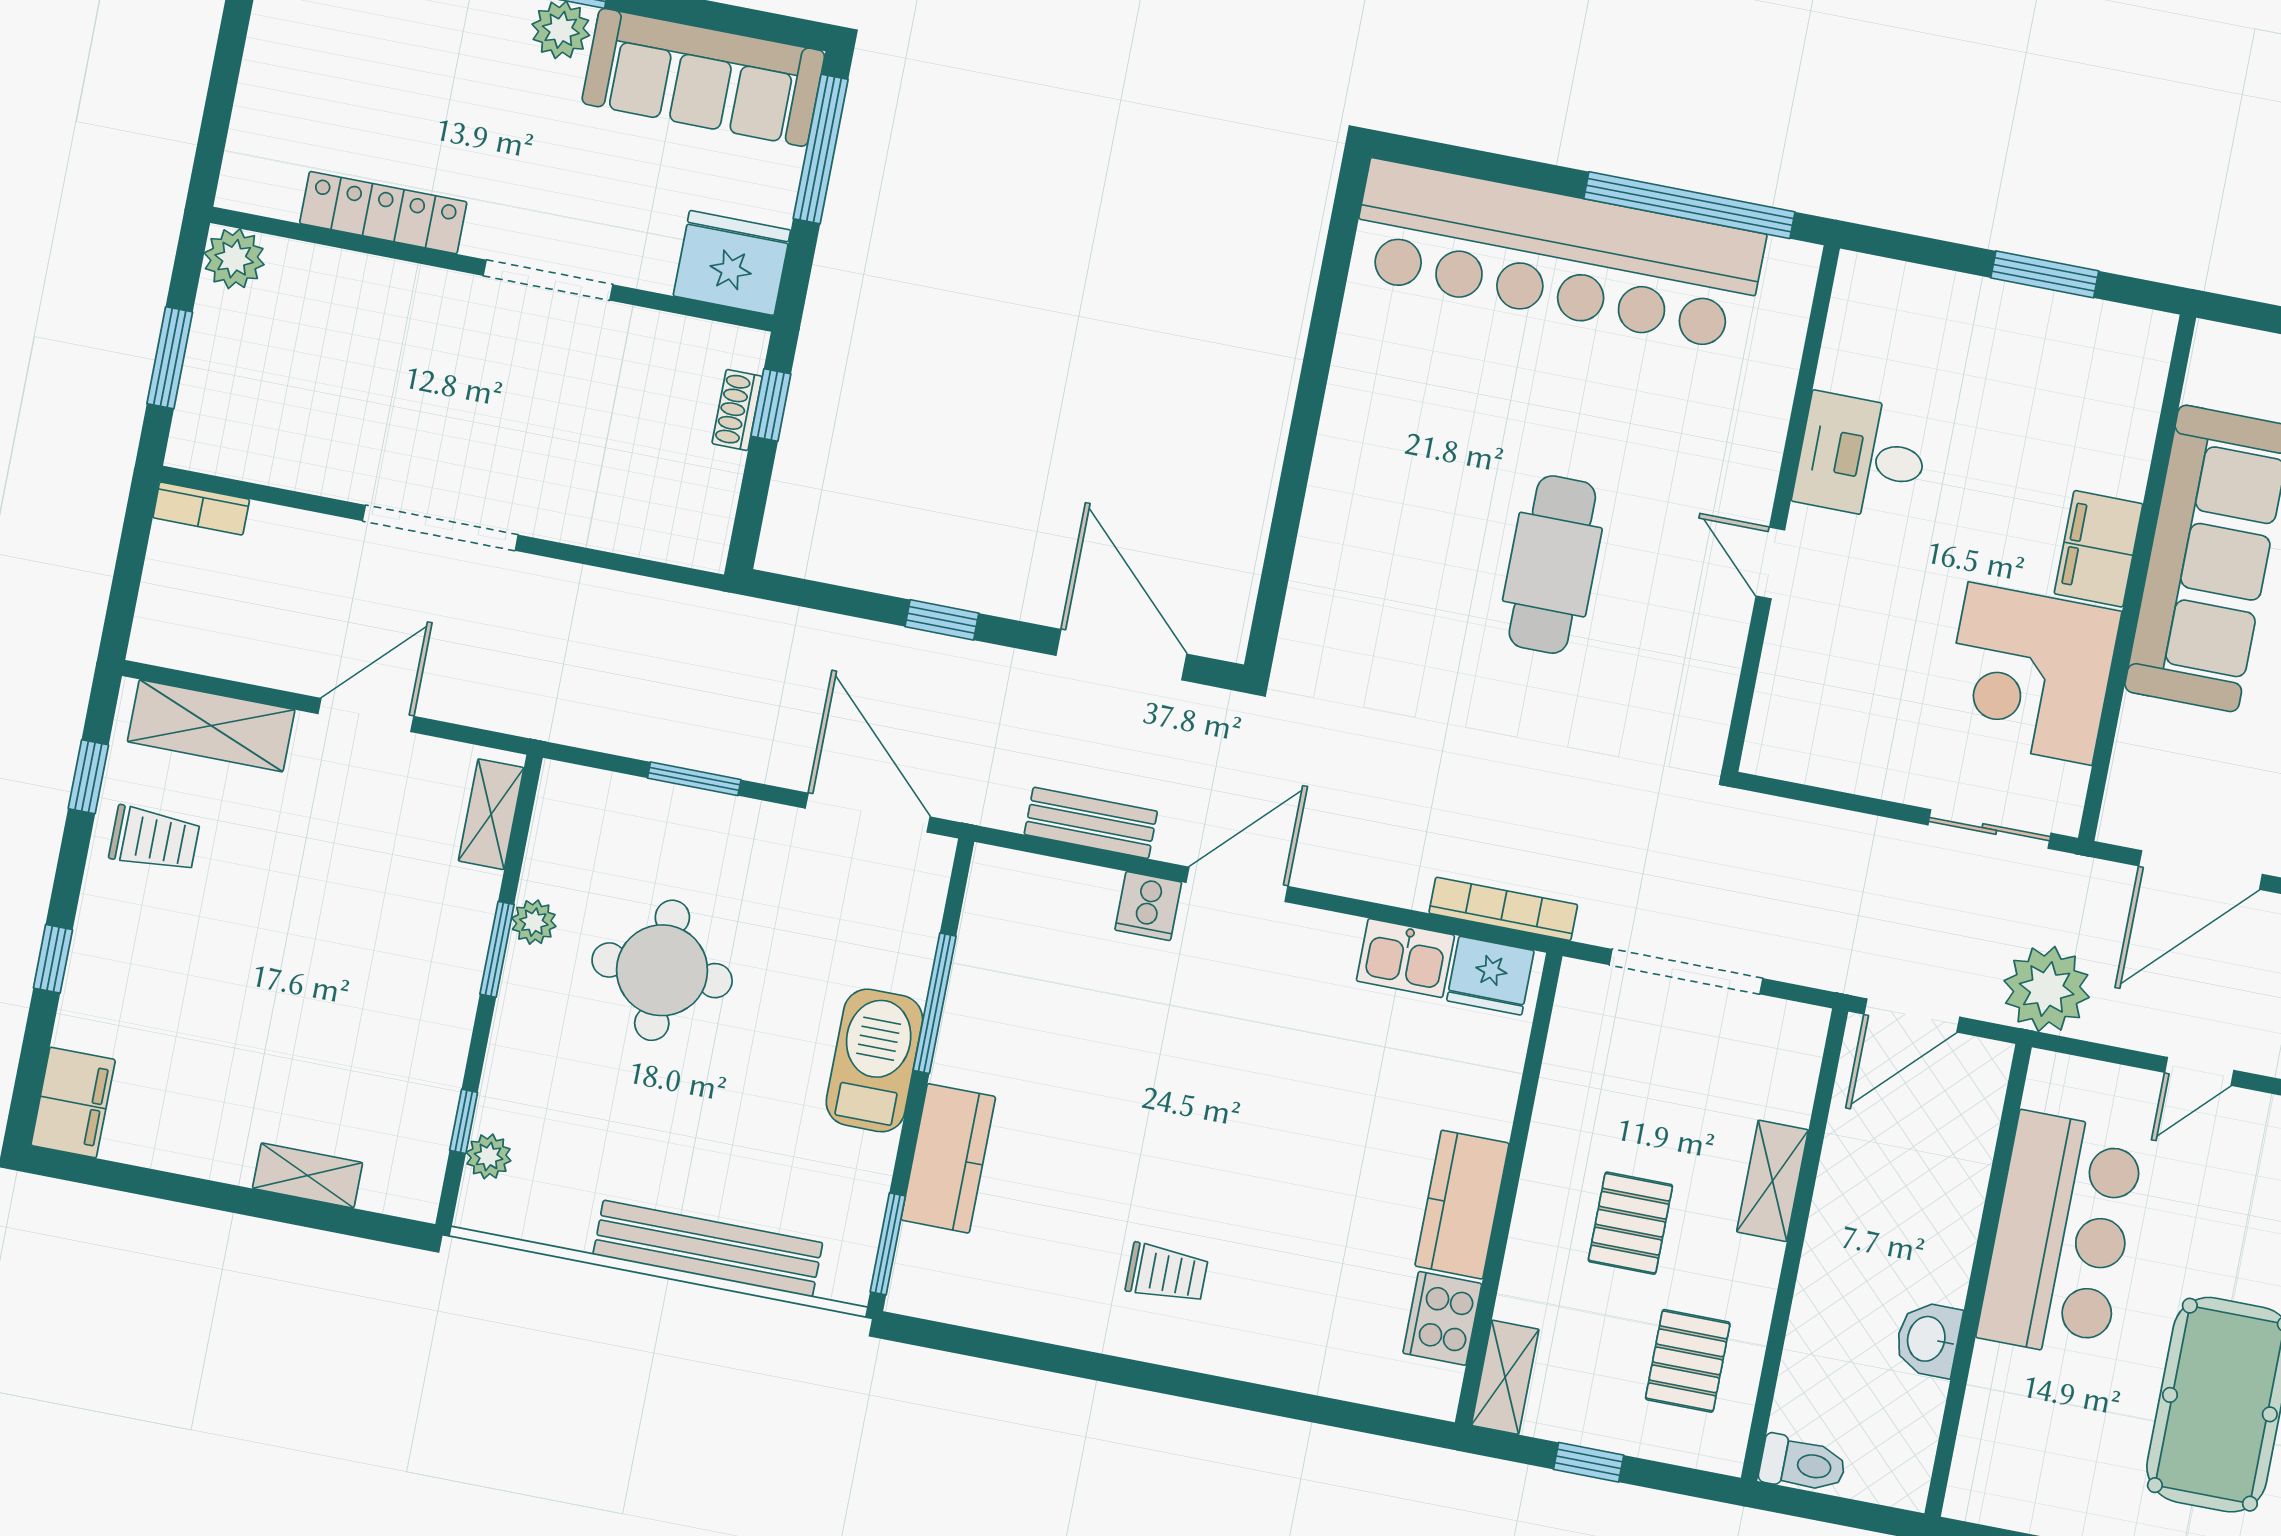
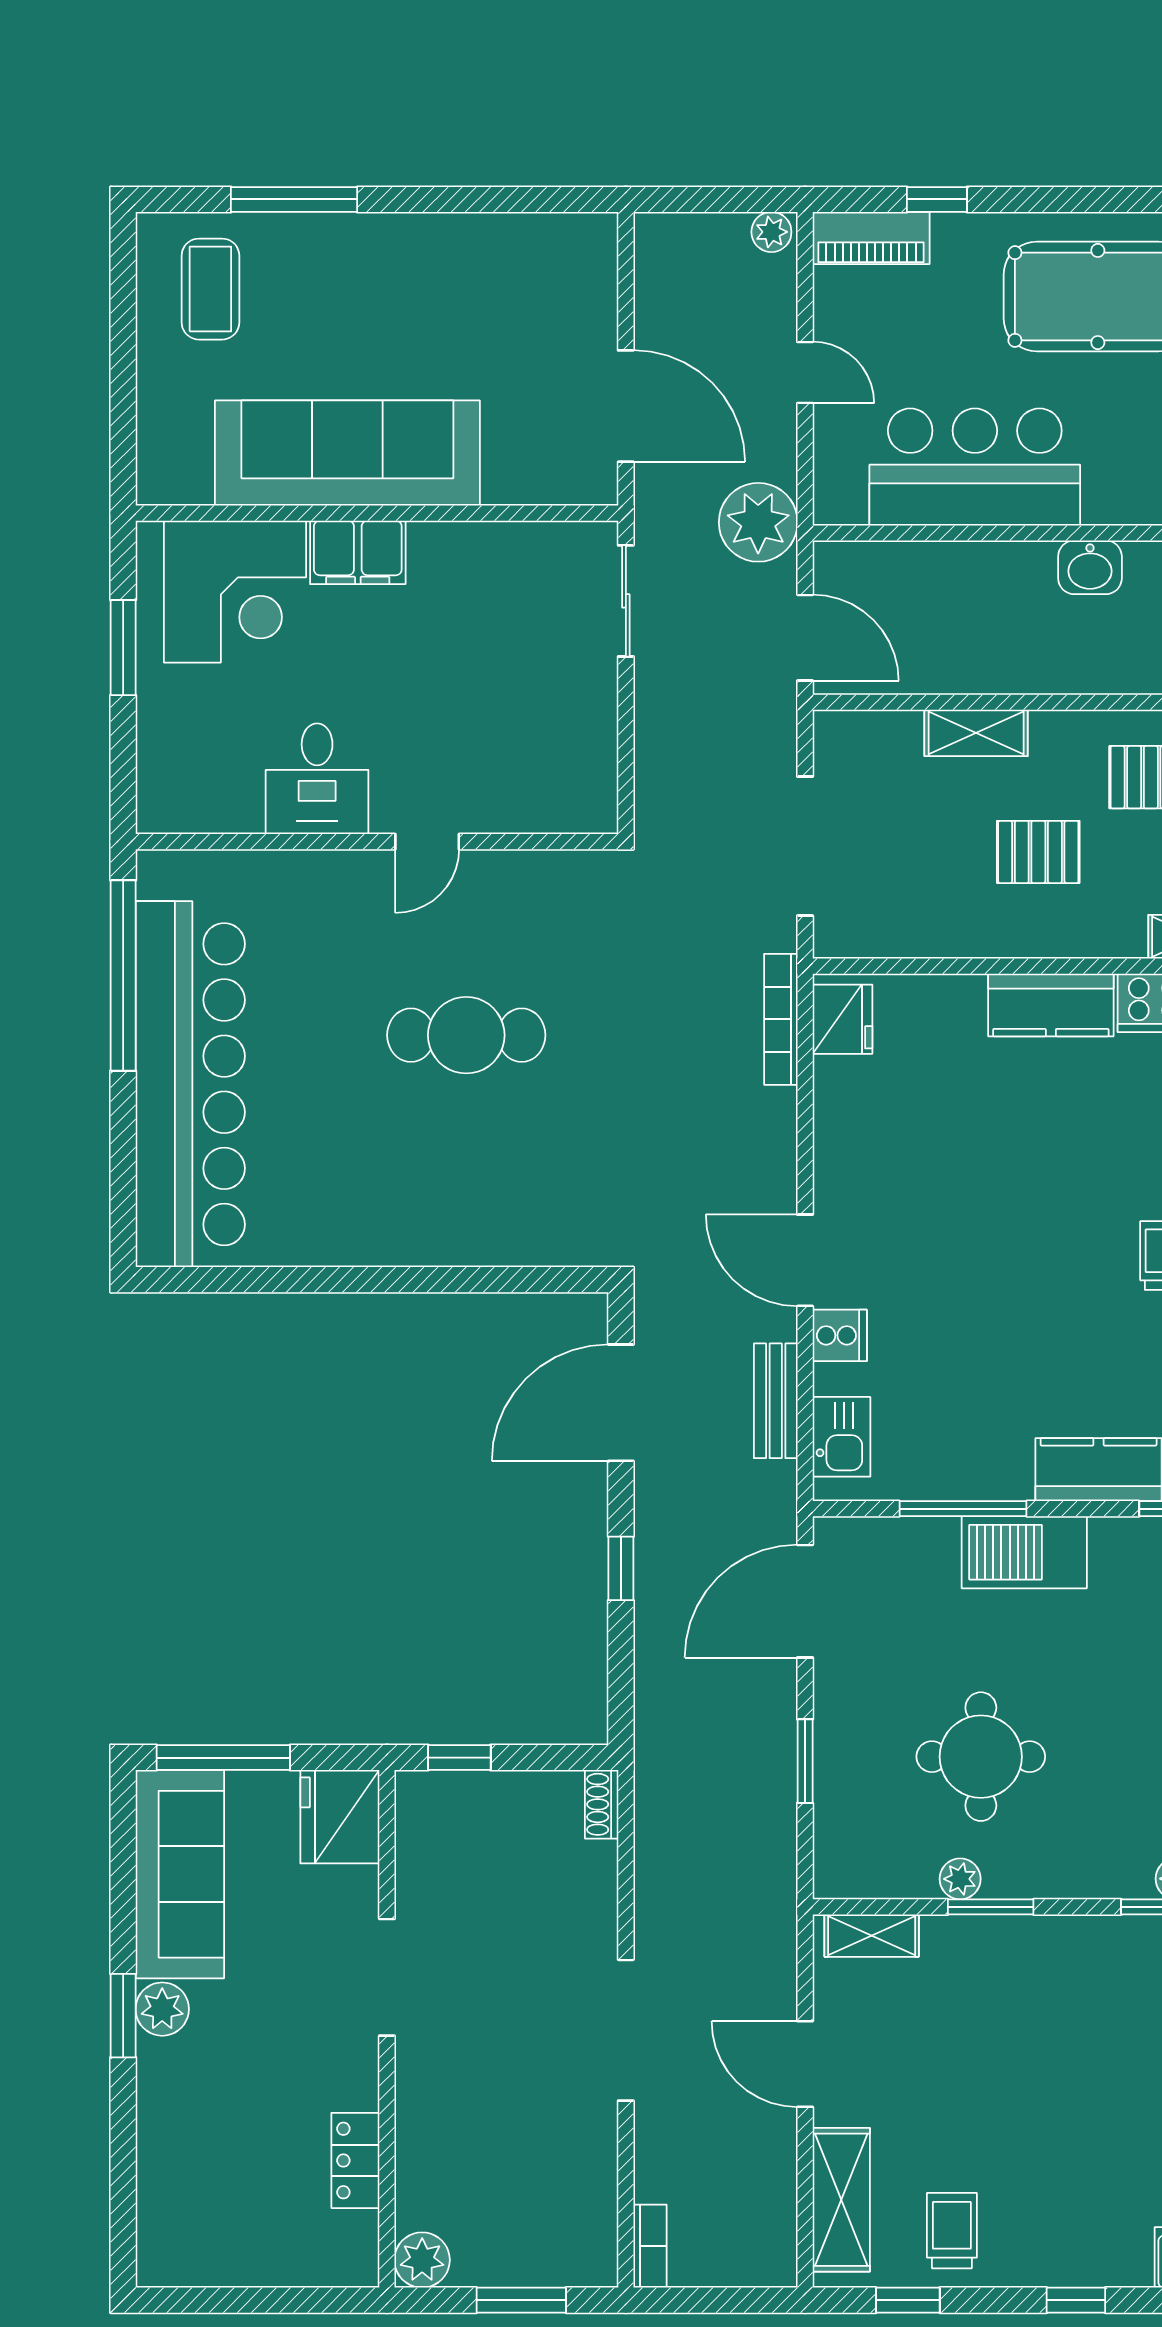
locker: (383, 213) -> (355, 2160), width x0.66
shoe rack: (737, 410) -> (602, 1804), moved, turned 90
corner desk: (2030, 674) -> (235, 592), moved
kitchen sink: (1405, 958) -> (841, 1437), moved

